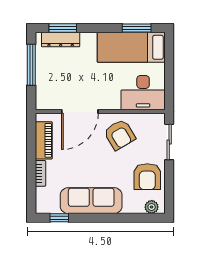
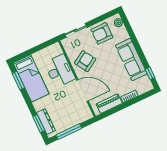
desk: (143, 93) -> (60, 71), moved
armchair: (147, 177) -> (102, 33), turned 180

